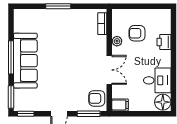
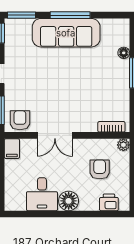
floor lamp: (42, 14) -> (124, 53), added
plant: (117, 41) -> (123, 145), moved
printer: (164, 42) -> (109, 202), moved
floor lamp: (163, 102) -> (69, 201), moved

